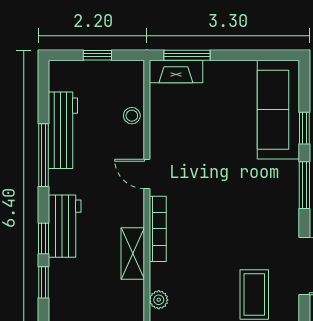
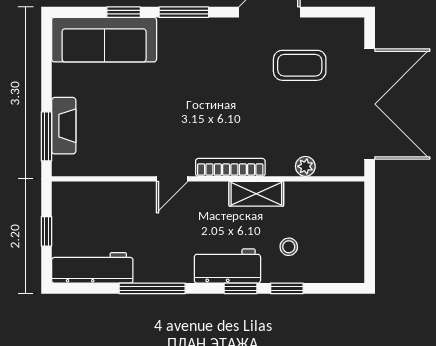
fireplace: (176, 72) -> (64, 126), moved
stool: (132, 116) -> (289, 247), moved
workbench: (63, 130) -> (92, 268), moved

